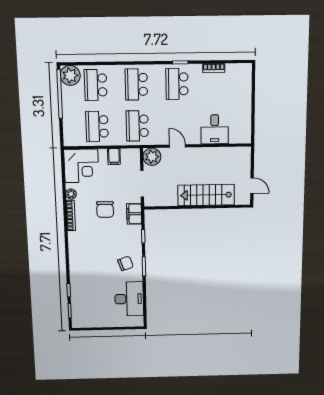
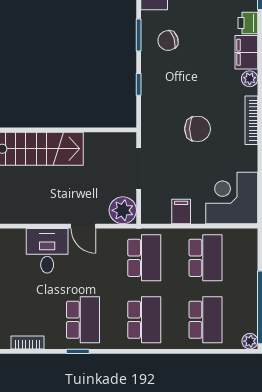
plant: (70, 75) -> (250, 341), width x0.53, depth x0.53
desk: (215, 129) -> (47, 251), moved
plant: (71, 194) -> (250, 79), moved
chair: (105, 209) -> (198, 129), turned 90
filing cabinet: (134, 214) -> (246, 52), moved, turned 180
printer: (76, 275) -> (248, 23), added

